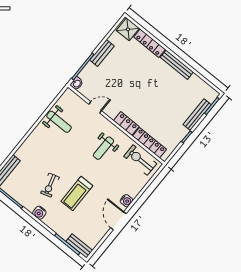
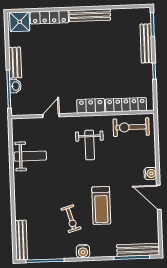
washbasin: (77, 83) -> (15, 86), moved
bench: (79, 246) -> (138, 250), width x1.36

